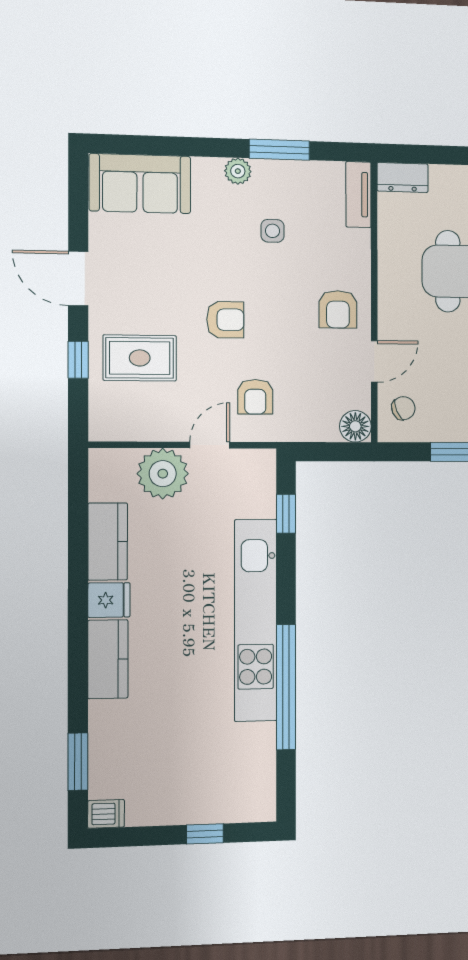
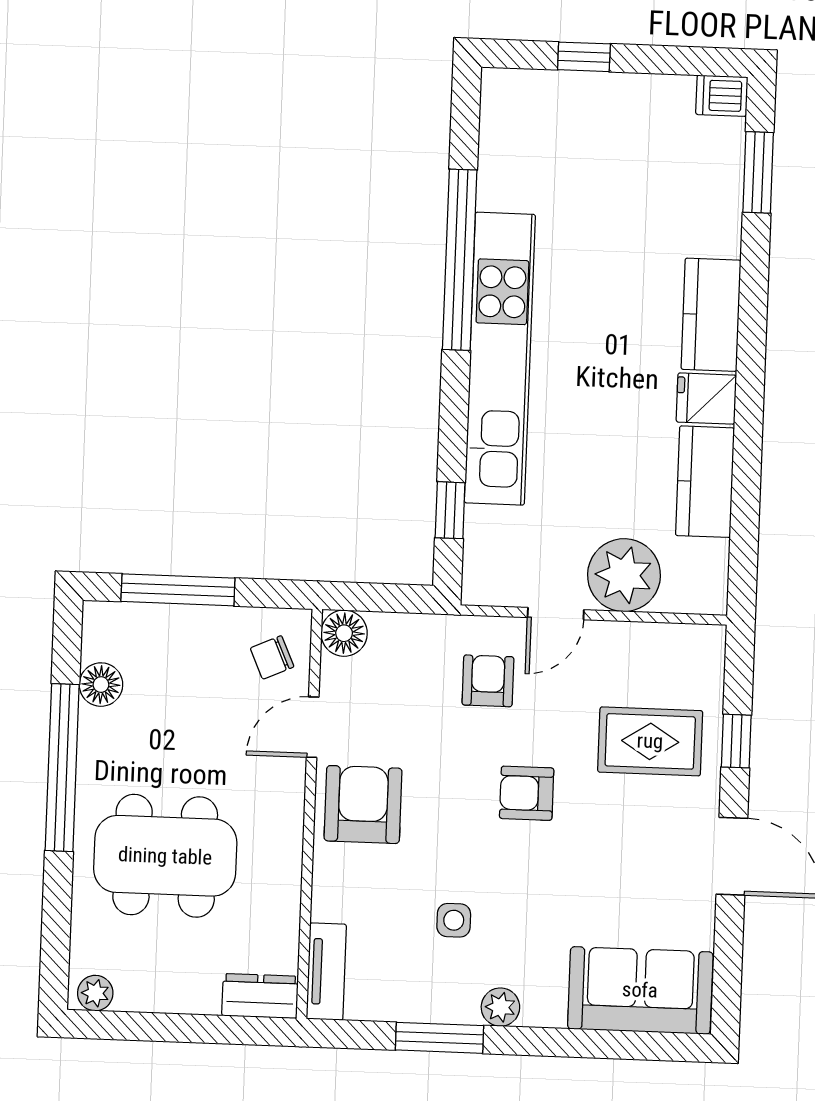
armchair: (338, 309) -> (363, 805), width x1.38, depth x1.38

